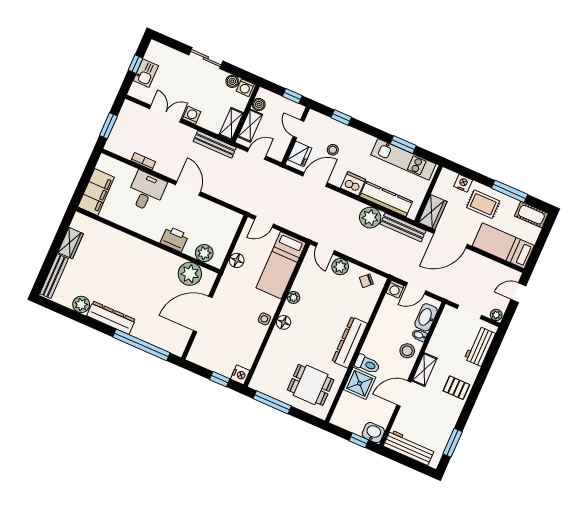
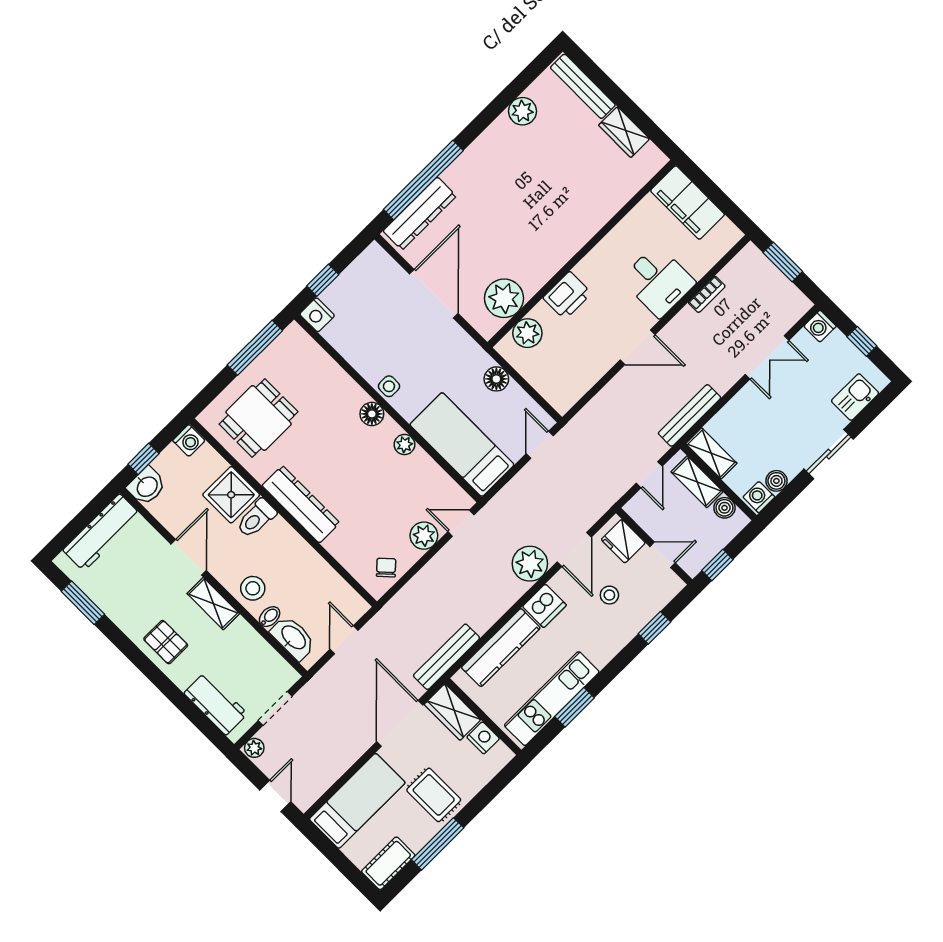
kitchen sink: (146, 73) -> (855, 397), moved, turned 90
washing machine: (192, 115) -> (820, 326), moved, turned 90
nightstand: (463, 183) -> (483, 738), moved, turned -90
rug: (483, 204) -> (434, 795), turned 90
plant: (370, 218) -> (530, 564), moved
washing machine: (395, 289) -> (189, 441), moved, turned 180
dresser: (111, 318) -> (420, 214), moved
pallet: (456, 388) -> (166, 642), turned 90

